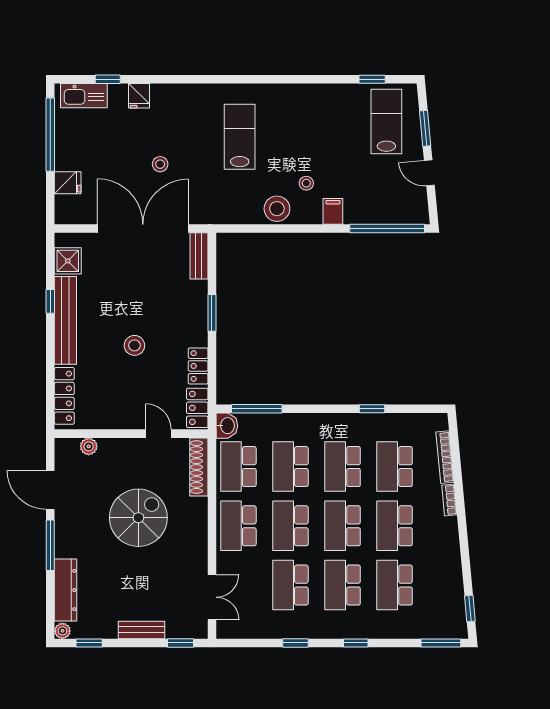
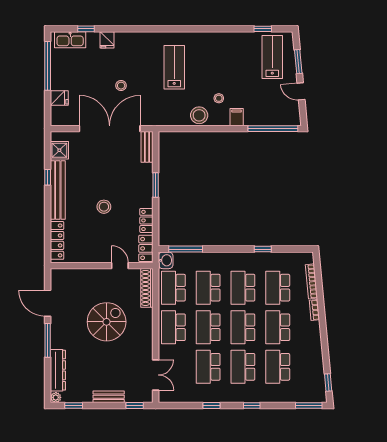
plant: (89, 446) -> (73, 274), removed

